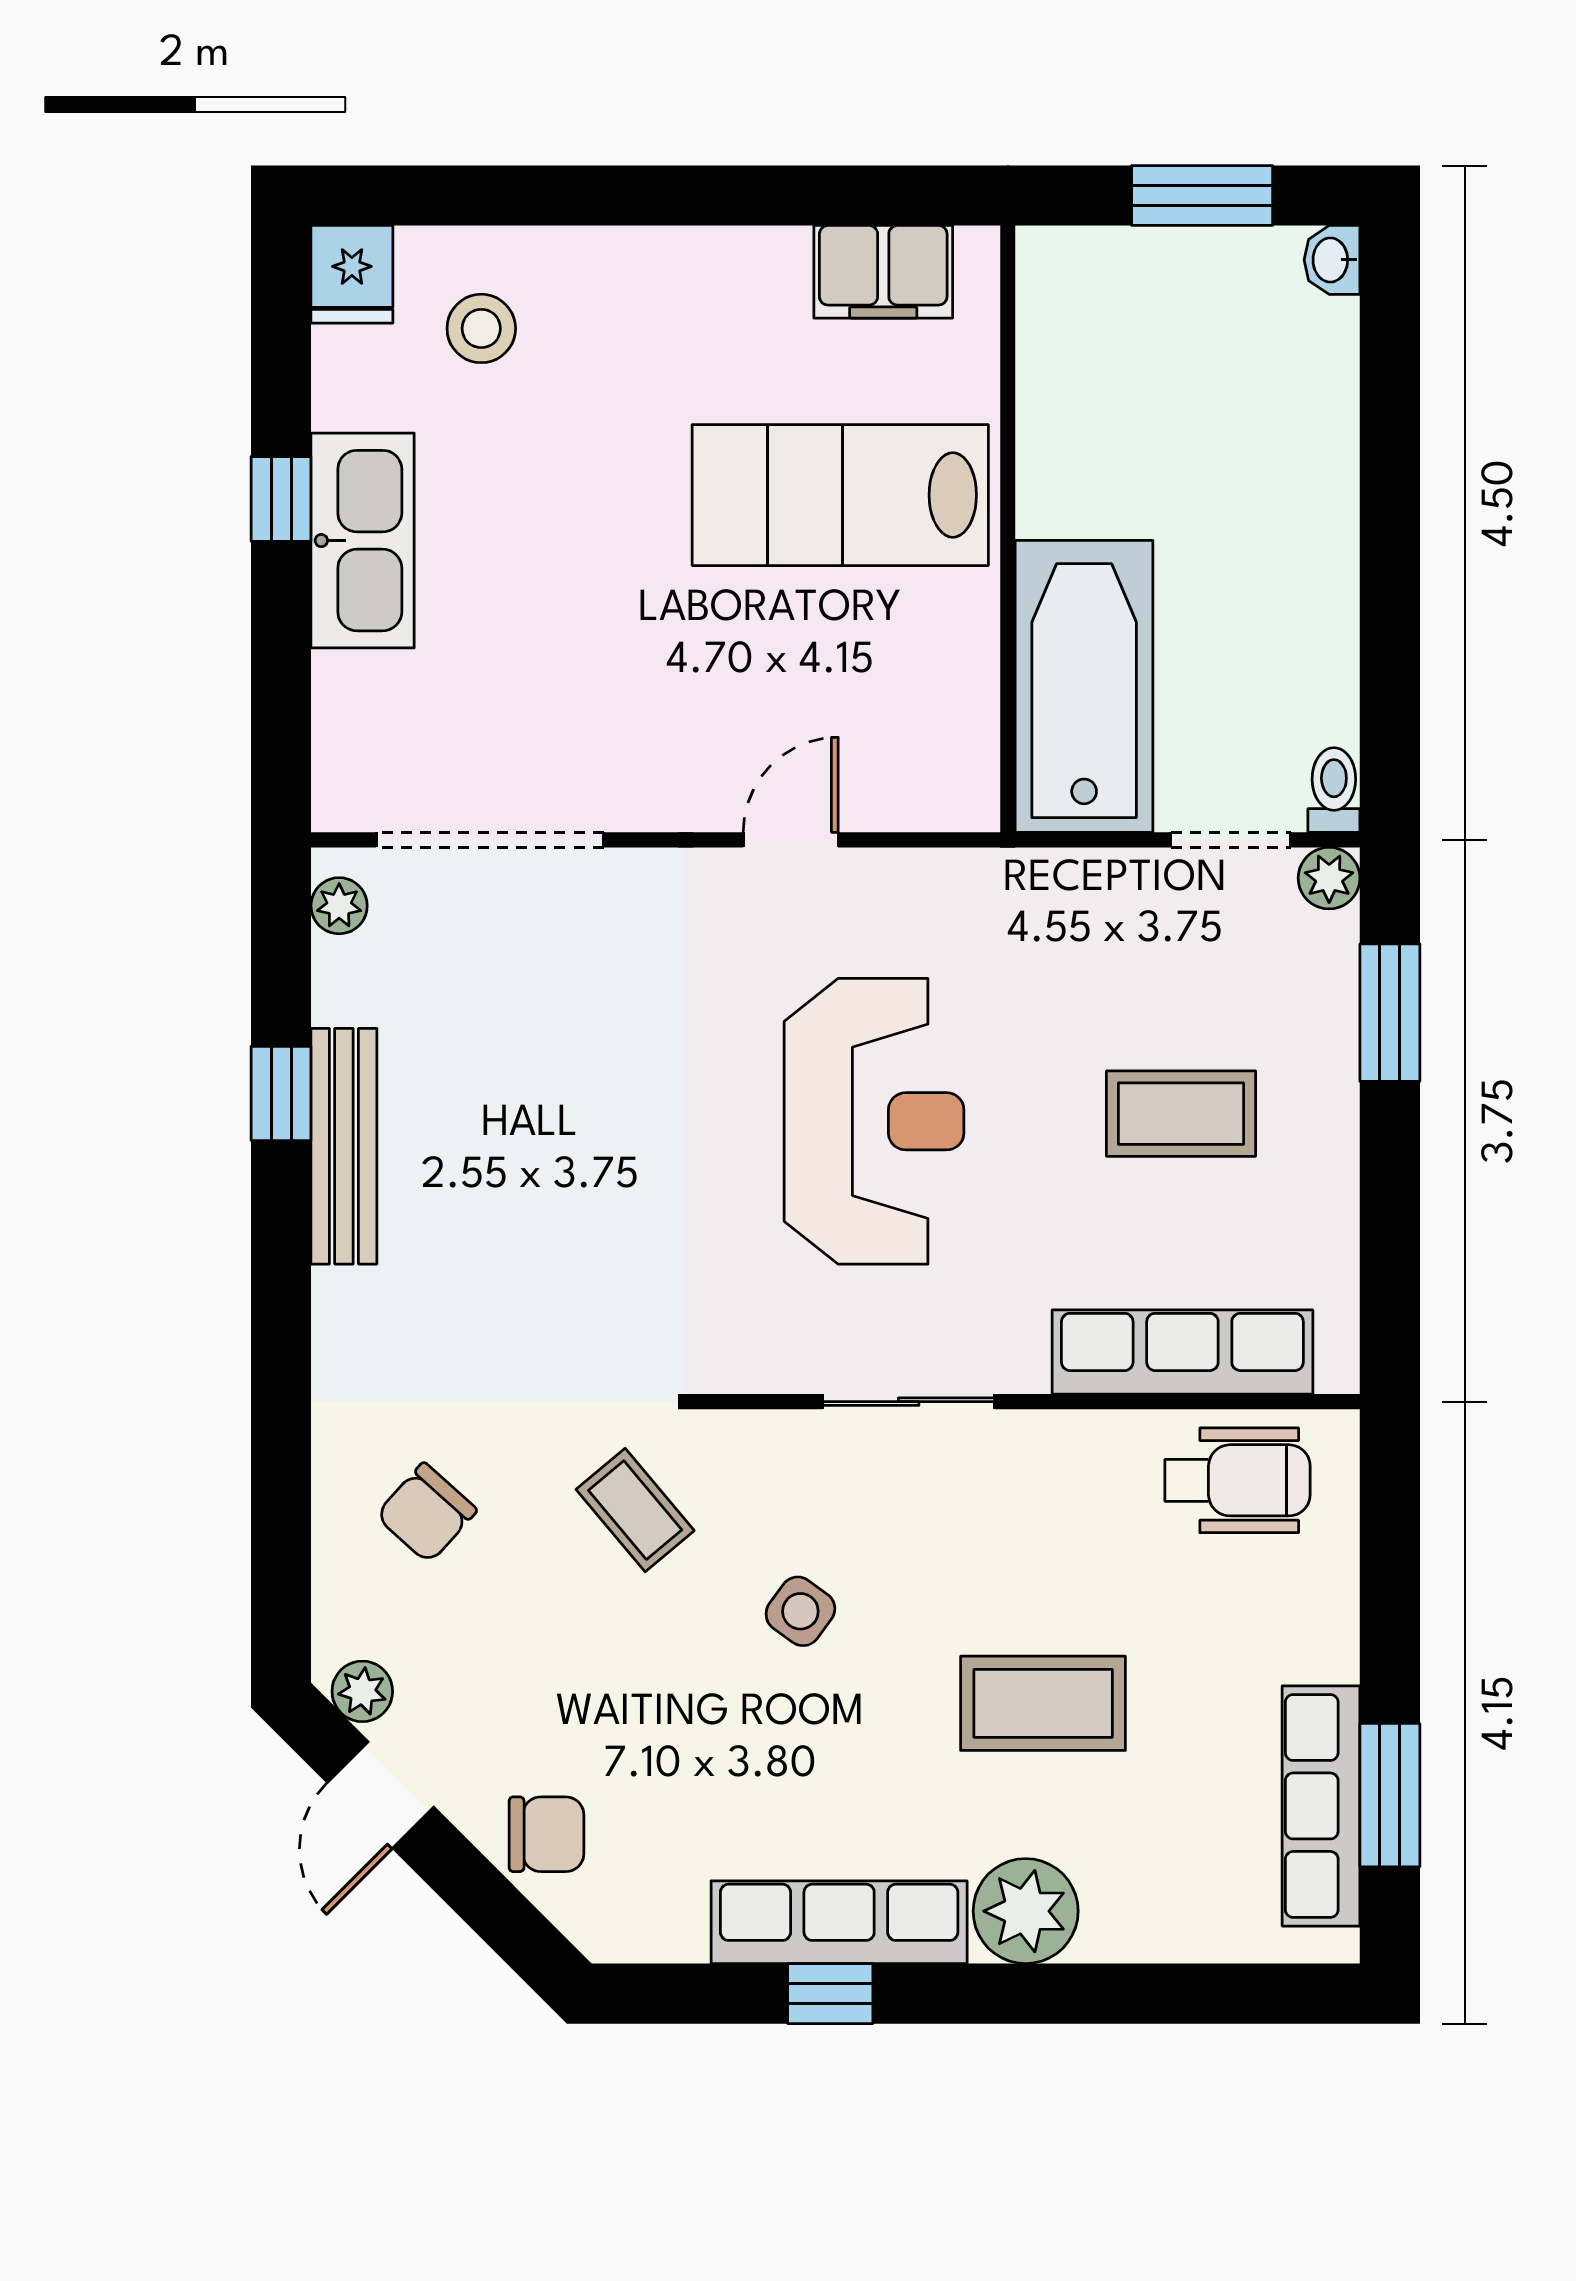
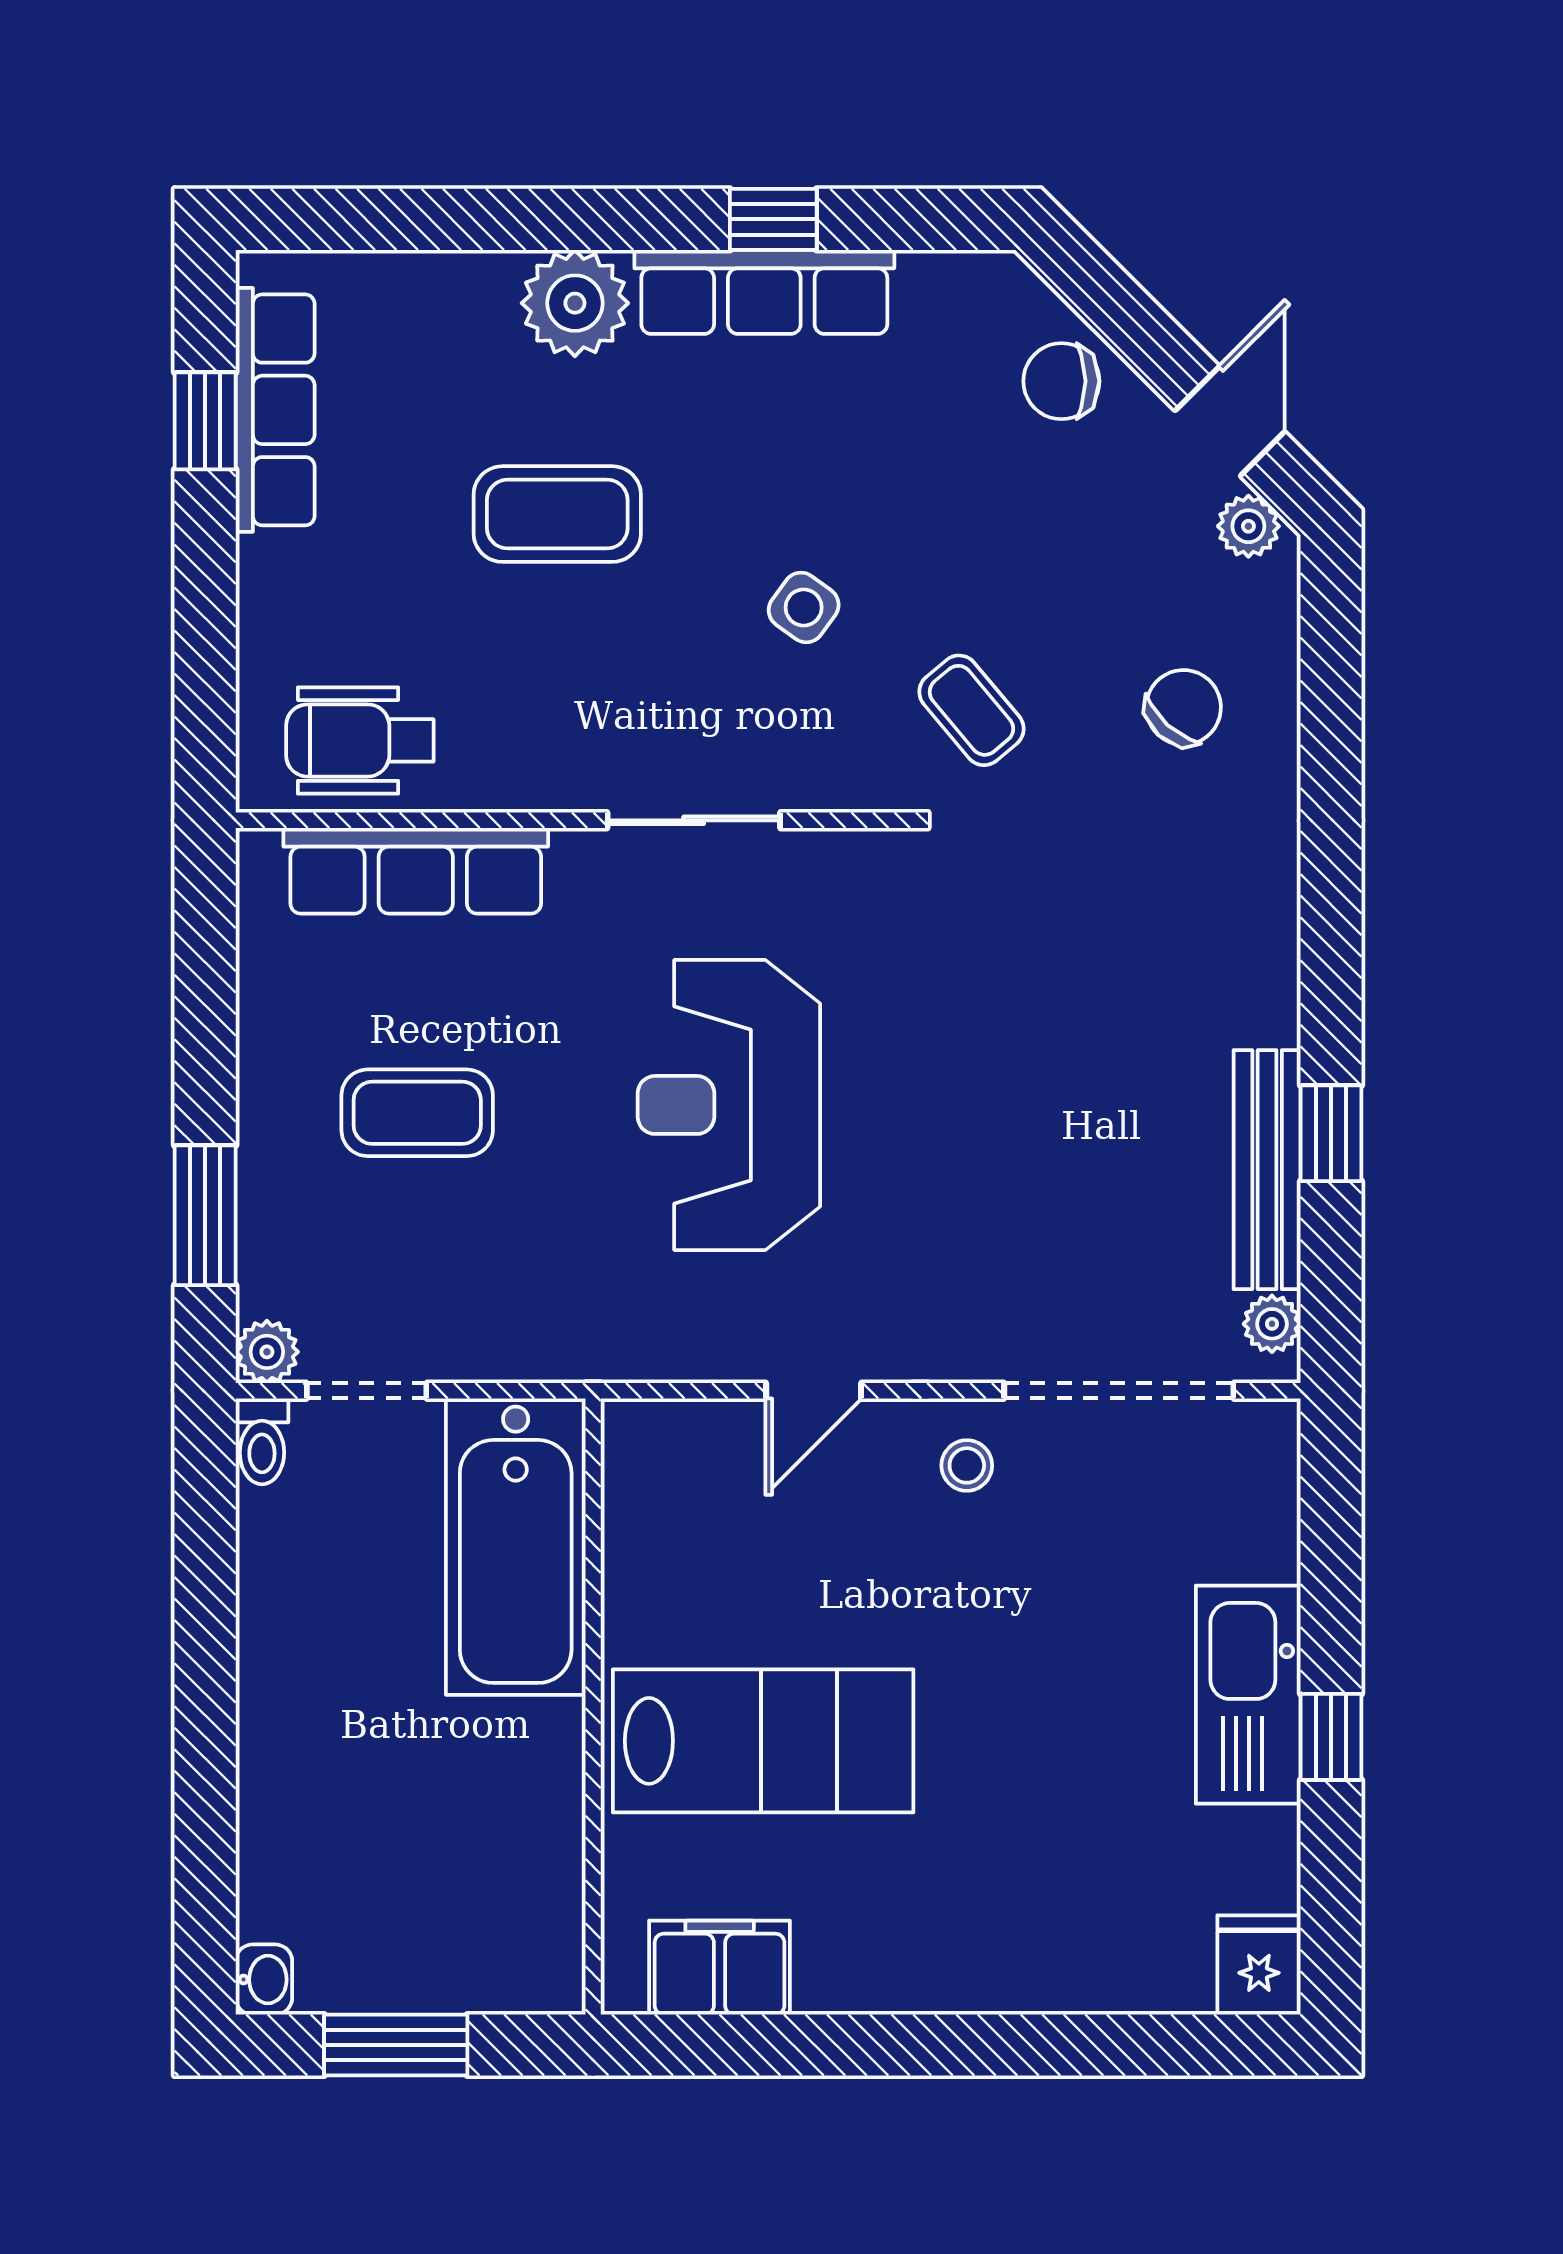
stool: (481, 328) -> (967, 1465), moved, width x0.73, depth x0.73
bench: (344, 1146) -> (1267, 1170), moved
window: (1390, 1795) -> (205, 421), width x0.67

